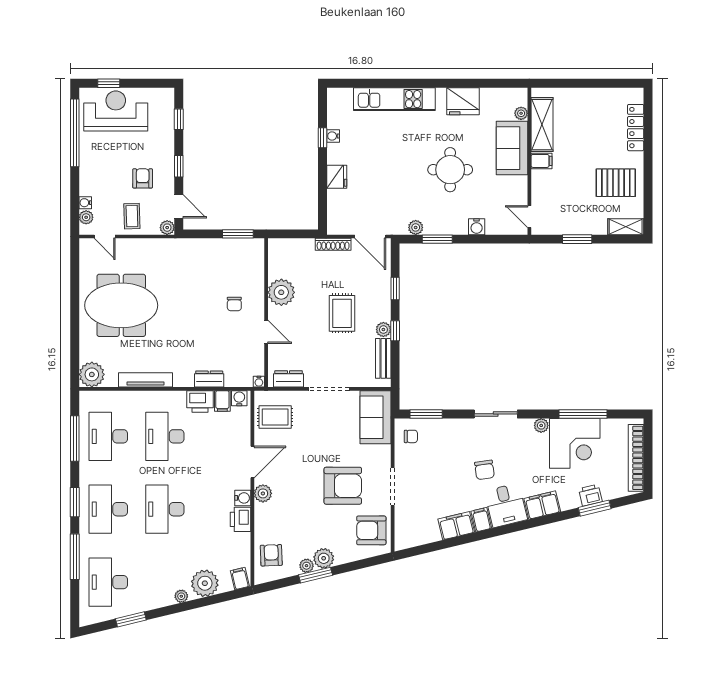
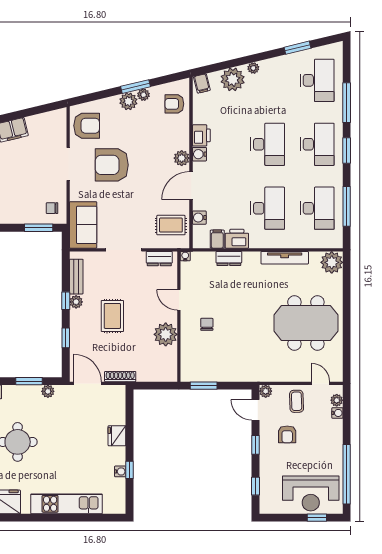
water cooler: (239, 398) -> (199, 218), moved, turned 90
armchair: (271, 555) -> (174, 104), turned 92

